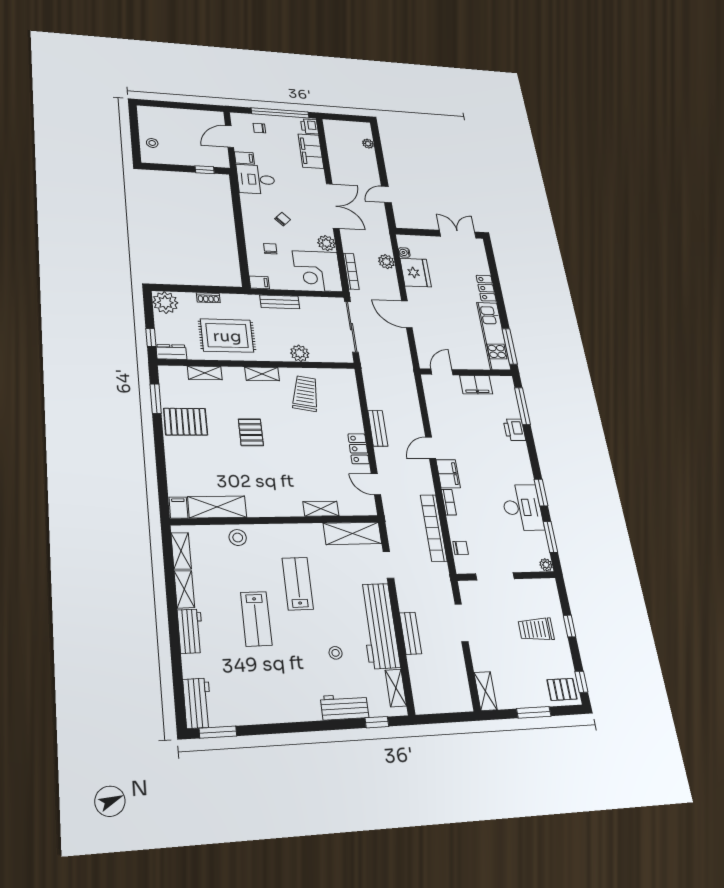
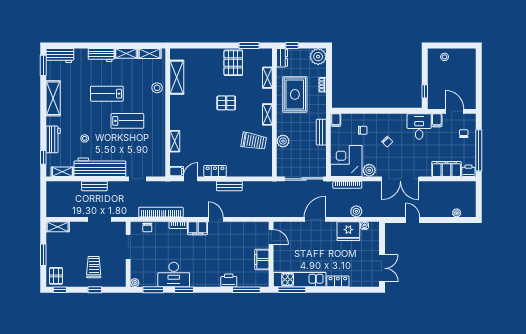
filing cabinet: (178, 508) -> (177, 172), moved
shelving: (352, 533) -> (53, 98), moved

